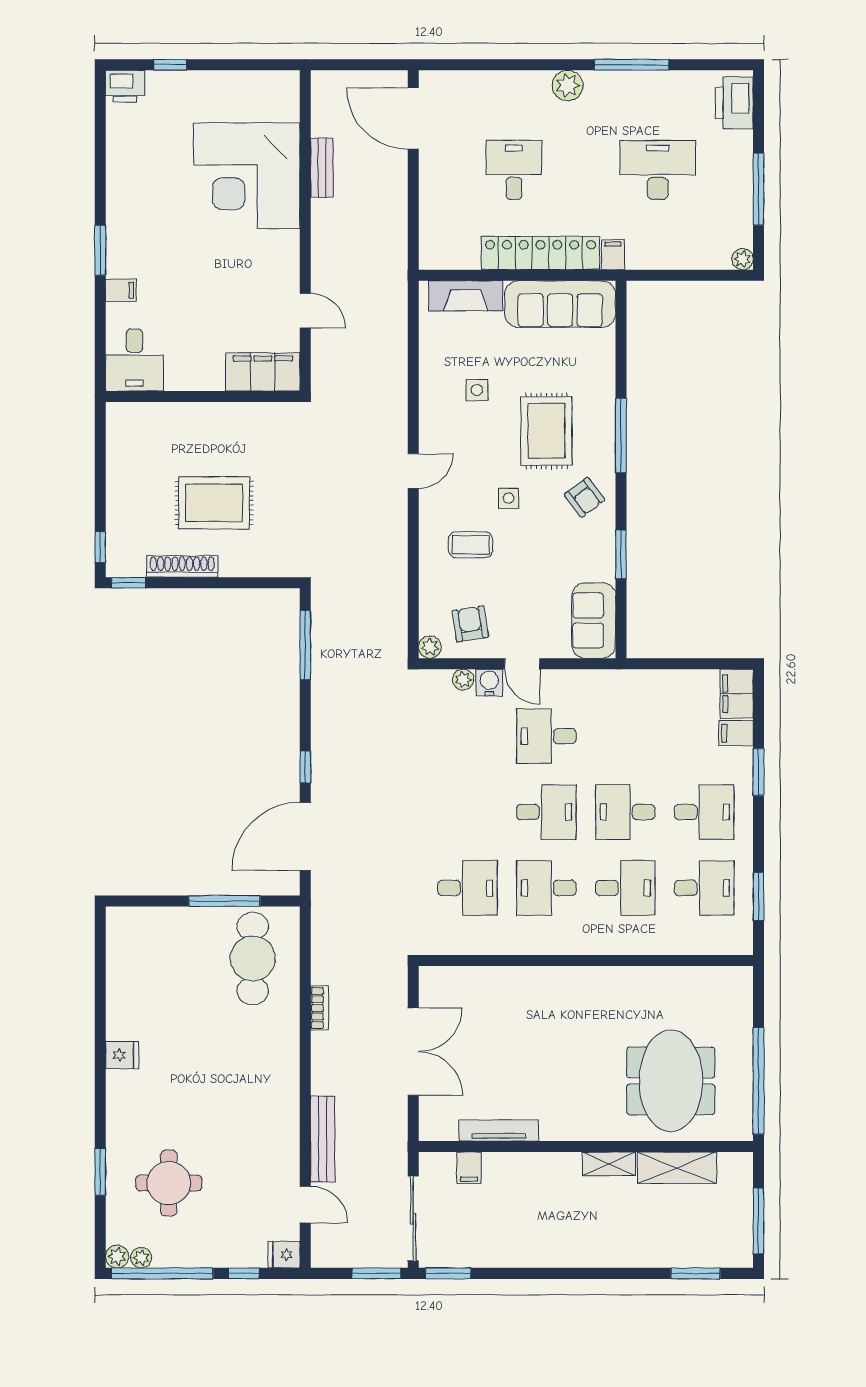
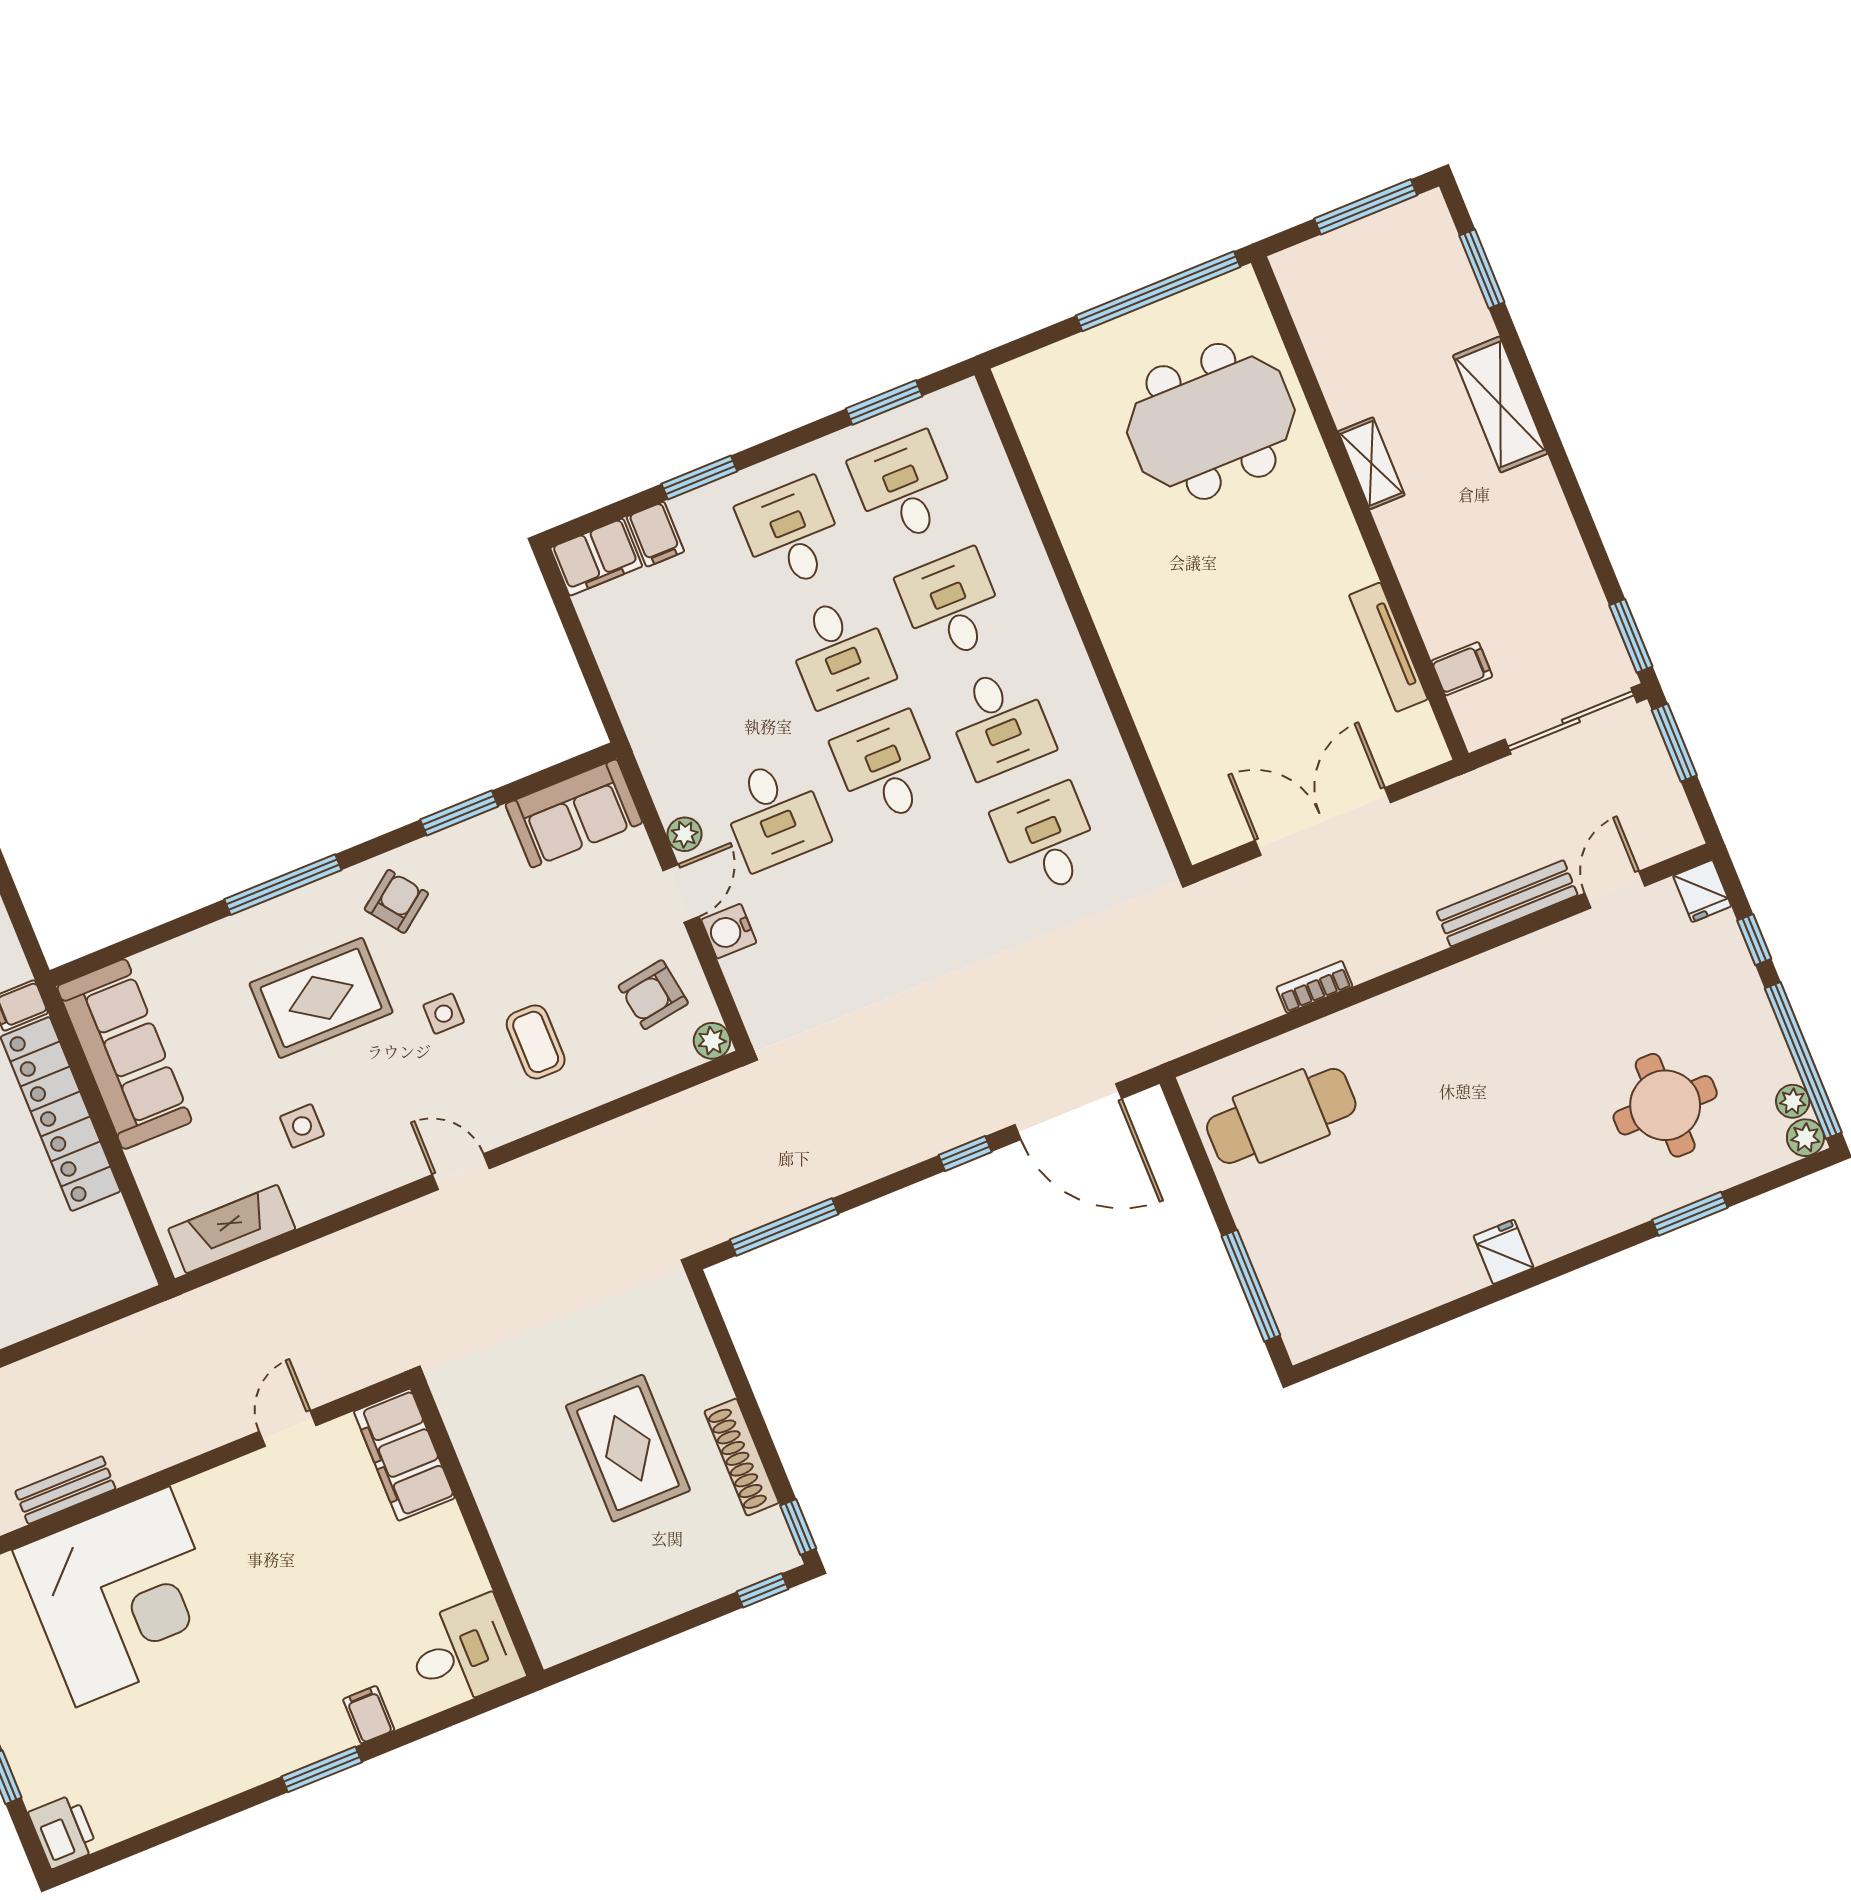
fireplace: (466, 296) -> (232, 1229), moved, turned -90
plant: (463, 680) -> (685, 834), moved
window: (224, 901) -> (1251, 1286), moved
shelving: (677, 1168) -> (1500, 404), moved

